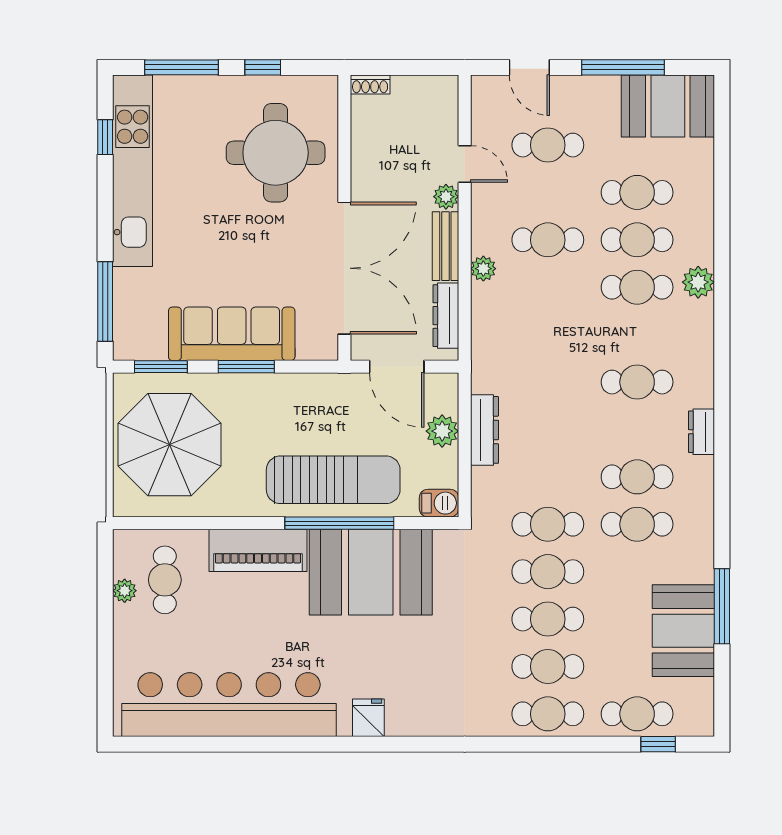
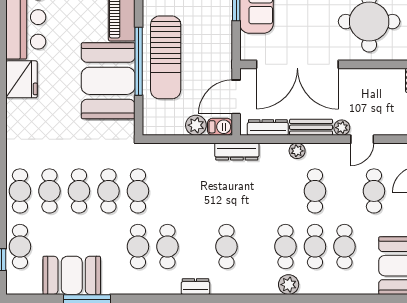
dresser: (484, 430) -> (237, 152), moved
barbecue: (439, 503) -> (220, 127), moved, turned -90
fridge: (368, 718) -> (22, 79), width x1.88, depth x1.34

